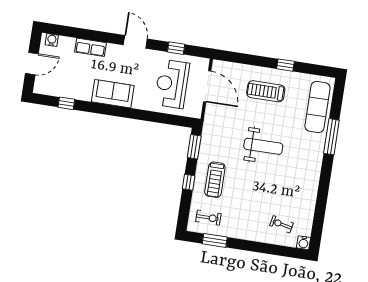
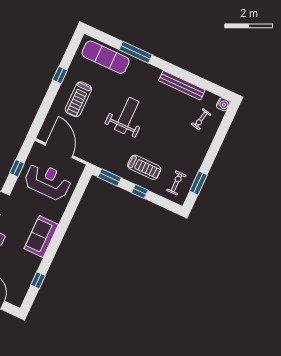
reception desk: (172, 84) -> (48, 181), turned 180
door: (207, 86) -> (59, 150), hinge flipped
bench: (311, 194) -> (182, 85), added

